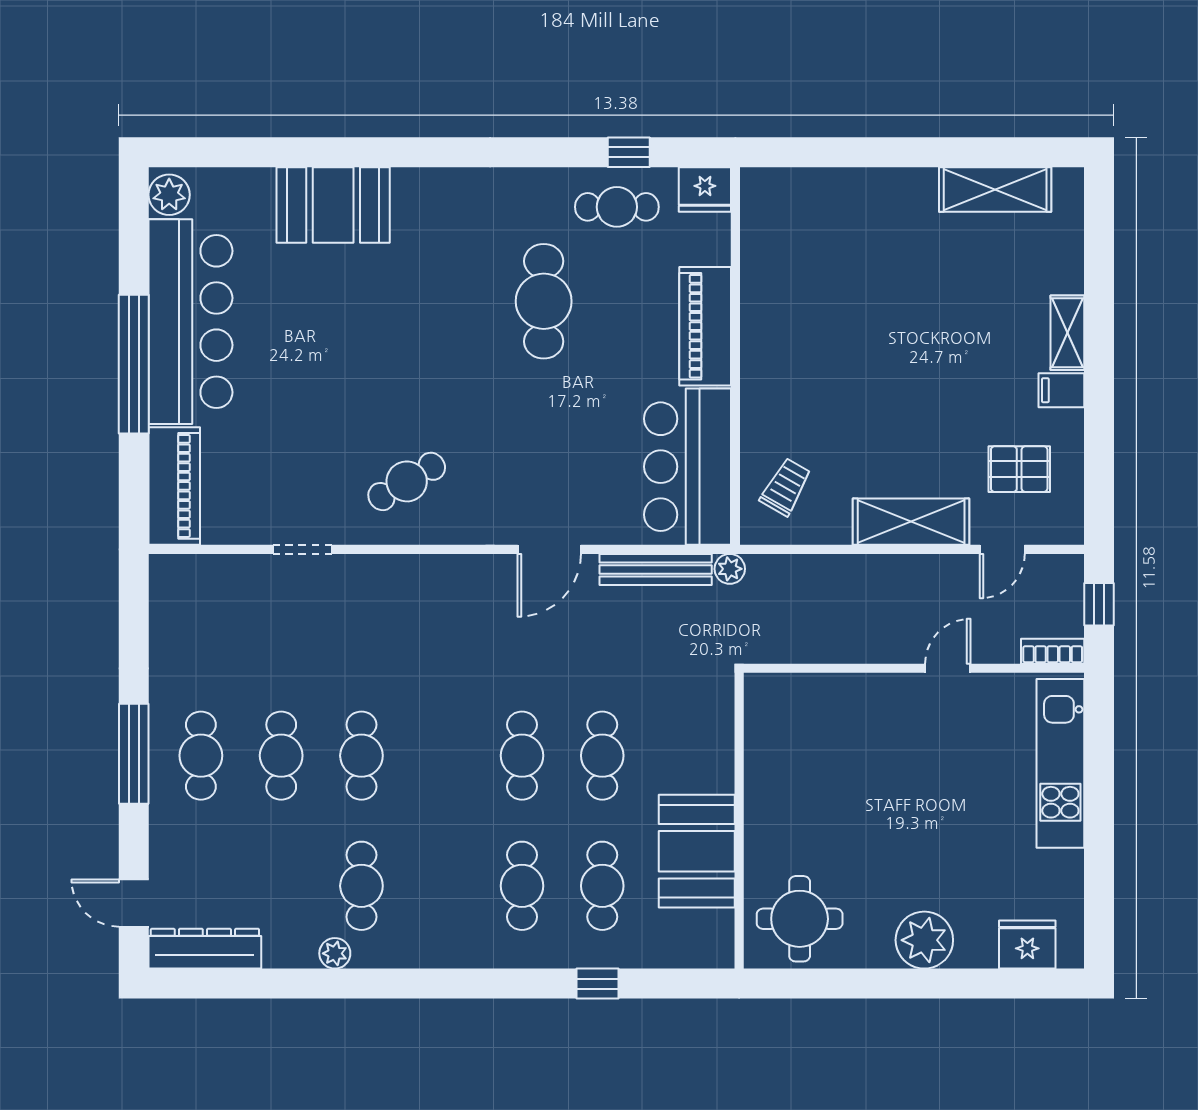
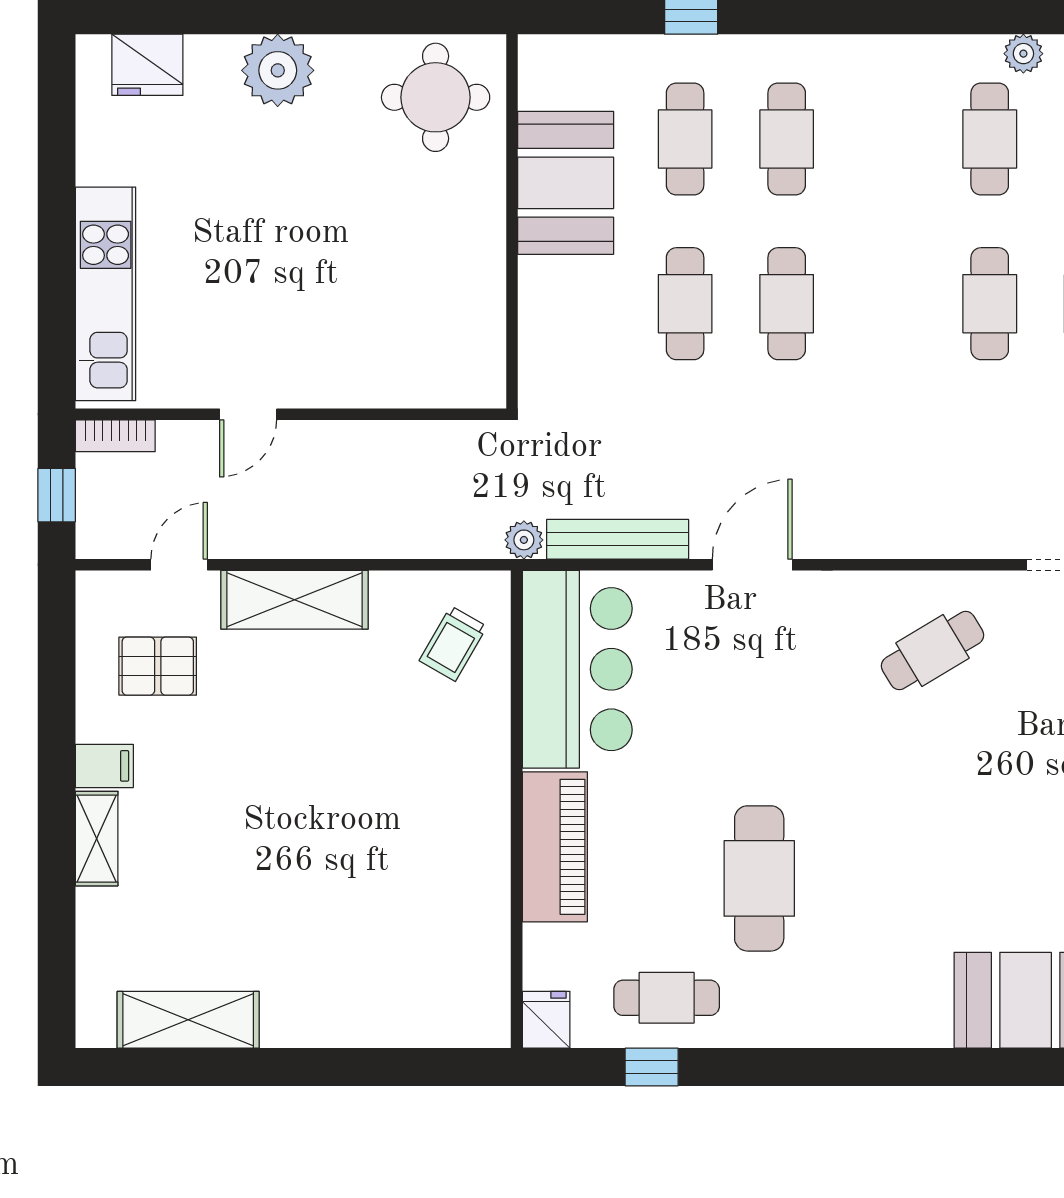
fridge: (705, 190) -> (546, 1020), width x0.72

